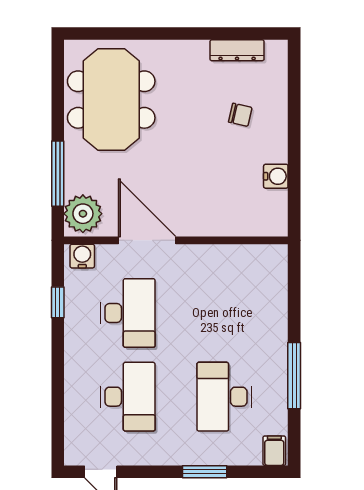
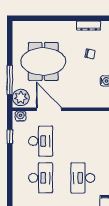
meeting table: (111, 100) -> (43, 61), moved, turned 90

